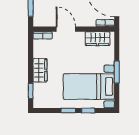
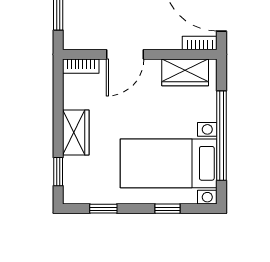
door: (66, 29) -> (125, 54), swing flipped
window: (117, 72) -> (221, 136), width x2.11
window: (68, 110) -> (103, 209), moved

